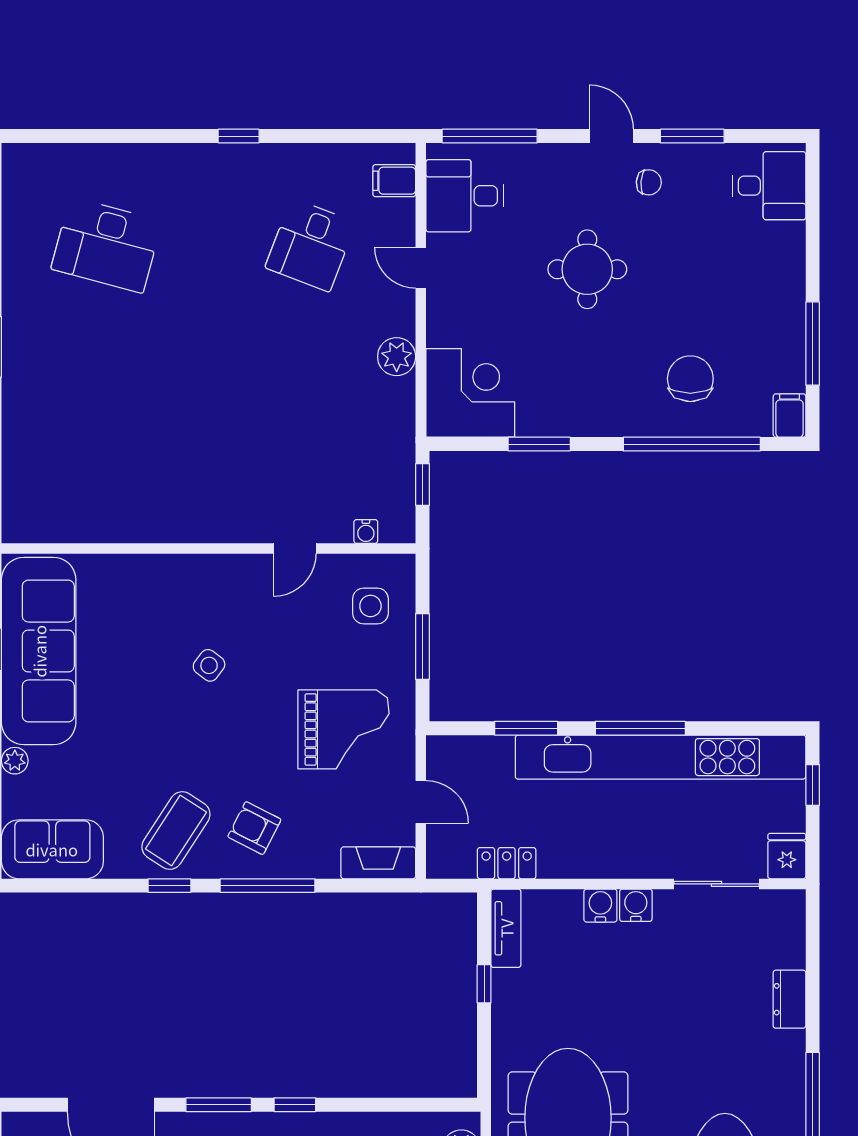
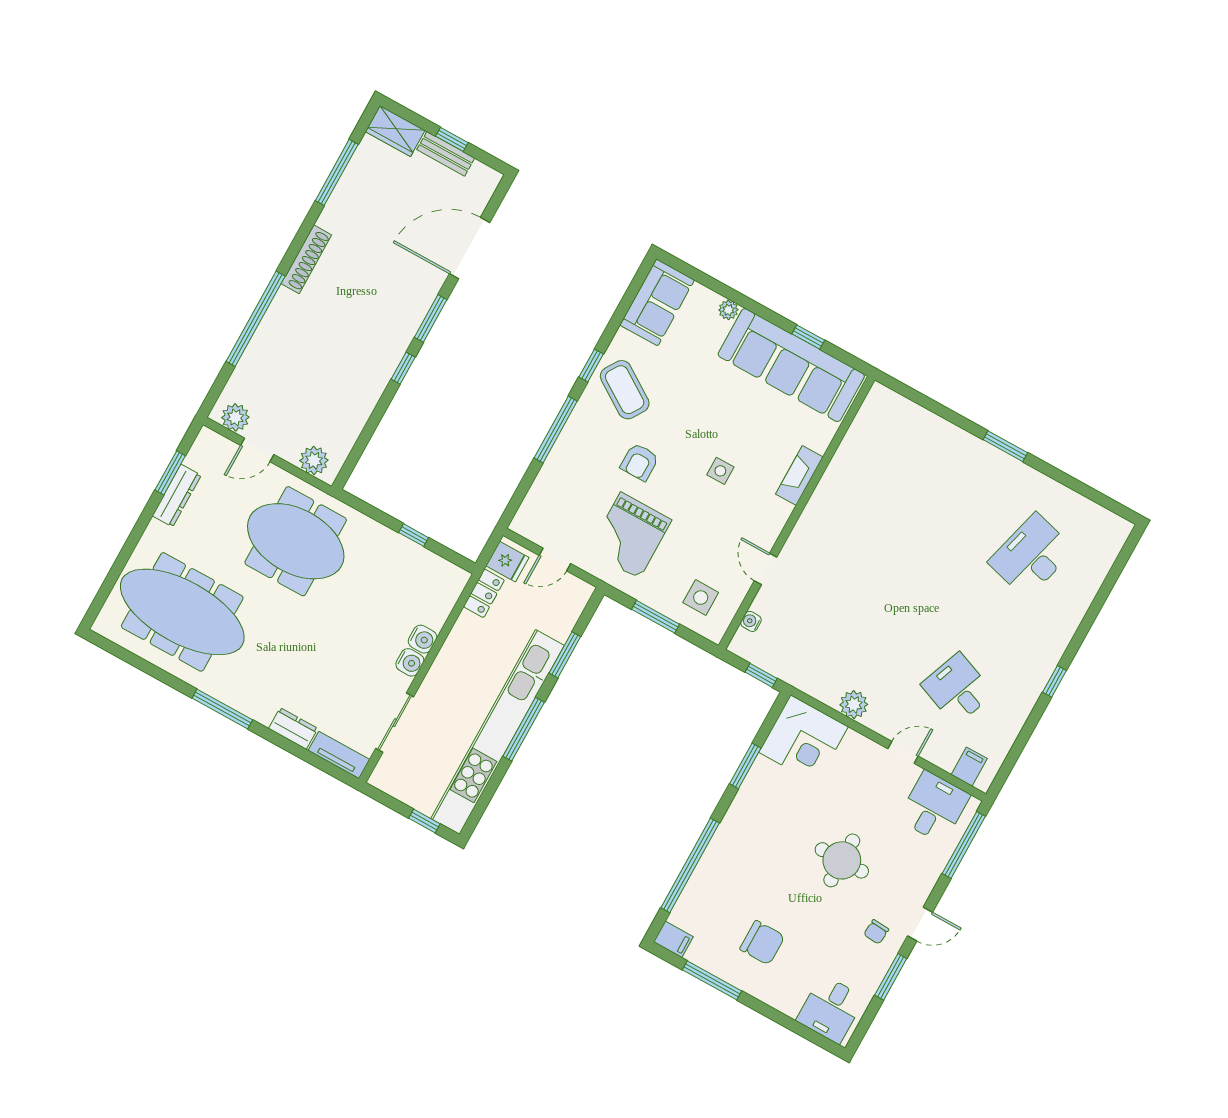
chair: (690, 379) -> (762, 943), moved
side table: (209, 665) -> (720, 471), turned -37
armchair: (254, 828) -> (640, 462), moved, turned 153
fridge: (787, 856) -> (508, 562), moved
fireplace: (378, 863) -> (799, 476), moved, turned 180
tv unit: (506, 928) -> (339, 755), moved, turned 180

